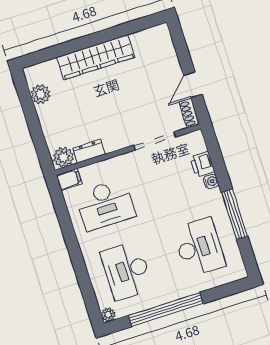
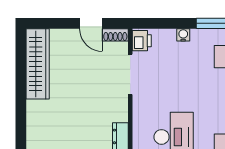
wardrobe: (96, 57) -> (38, 64), moved
printer: (202, 164) -> (142, 41), moved, turned -90

